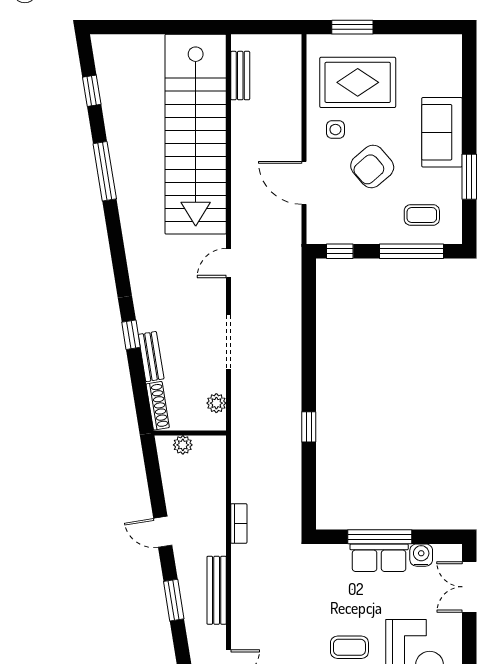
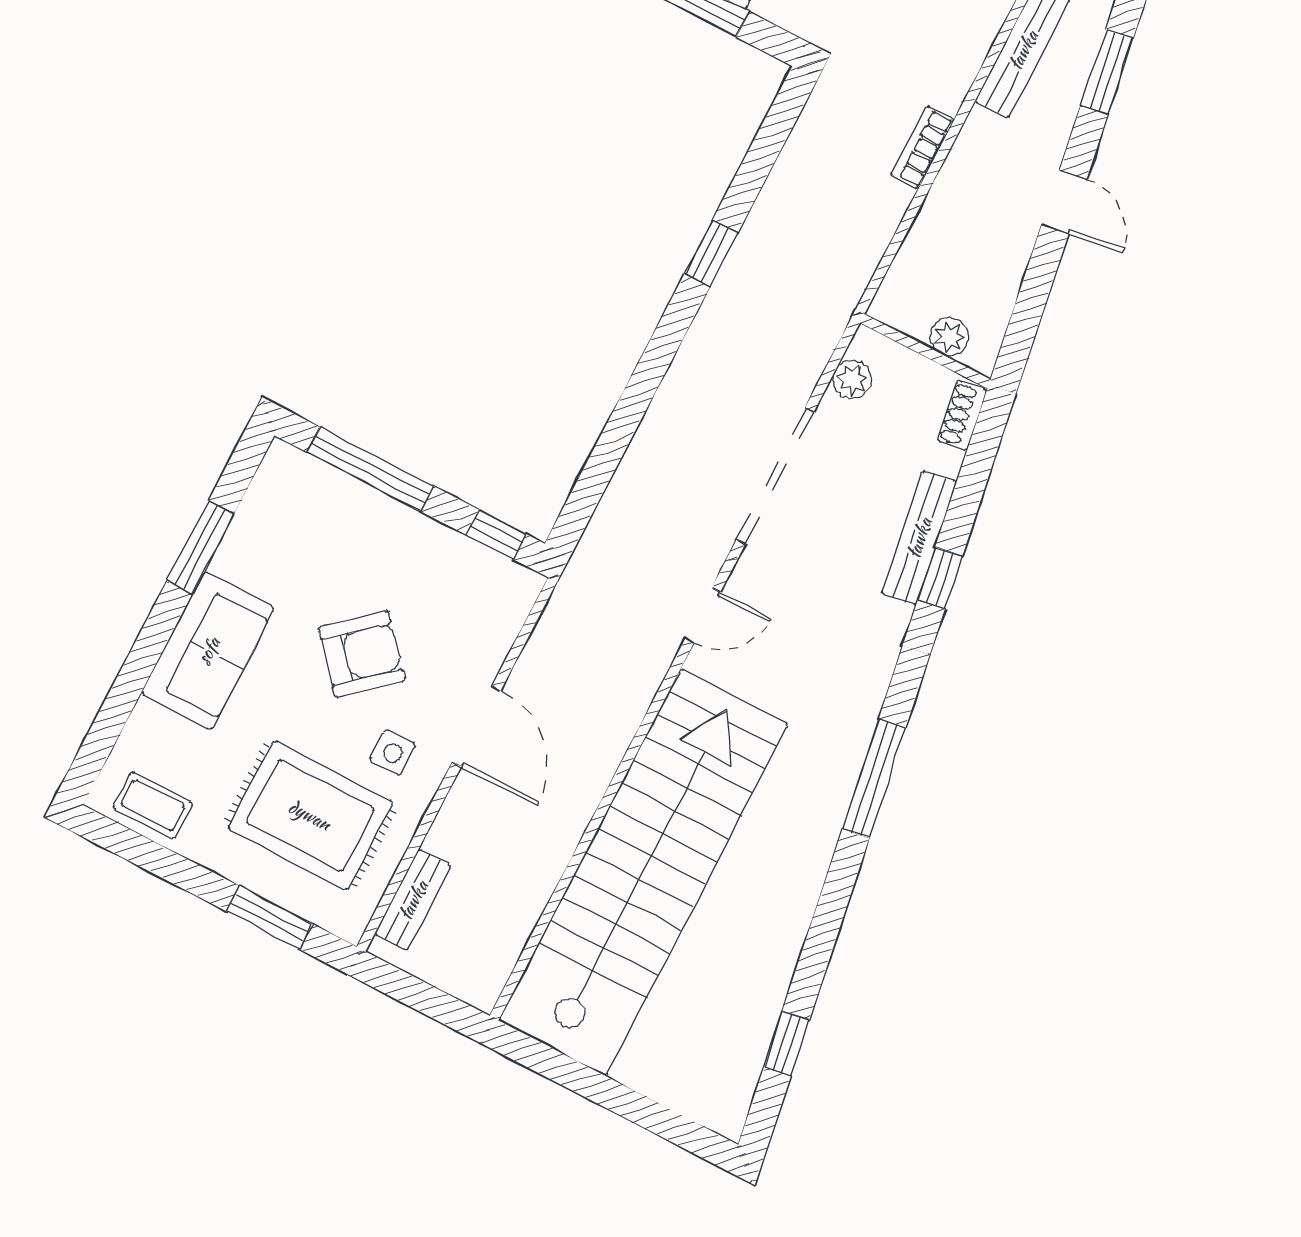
bench: (240, 76) -> (413, 900), moved
window: (105, 171) -> (874, 778), moved
door: (304, 183) -> (477, 726), moved
coffee table: (422, 215) -> (153, 805), moved
doorway: (229, 342) -> (775, 476), width x1.36
bench: (151, 357) -> (919, 538), width x1.36
shoe rack: (158, 406) -> (962, 415), width x0.70

